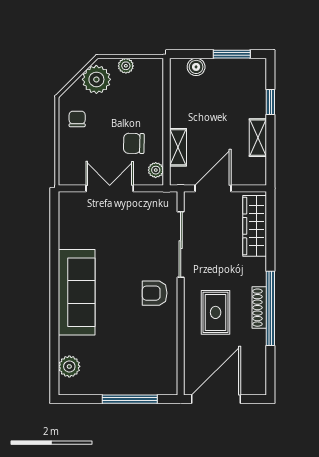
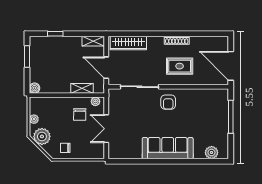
boiler: (196, 67) -> (34, 88), moved
shelving: (258, 138) -> (93, 41), moved
window: (270, 308) -> (177, 34), removed

